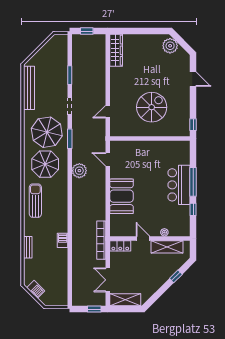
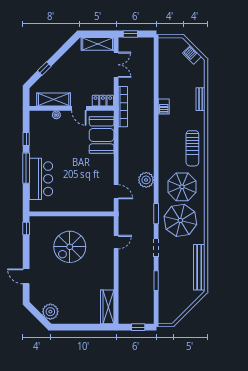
bar counter: (179, 185) -> (41, 179), moved
booth: (122, 196) -> (102, 135), moved

